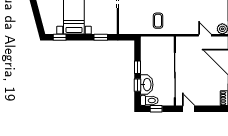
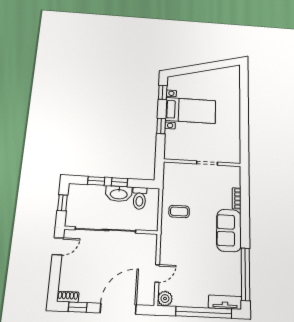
window: (101, 37) -> (161, 126), moved
washbasin: (147, 85) -> (119, 194), moved
toilet: (149, 100) -> (140, 198), moved

